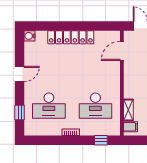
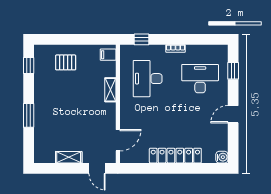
desk: (95, 106) -> (148, 79), turned -90
shelving: (128, 110) -> (110, 90), moved

